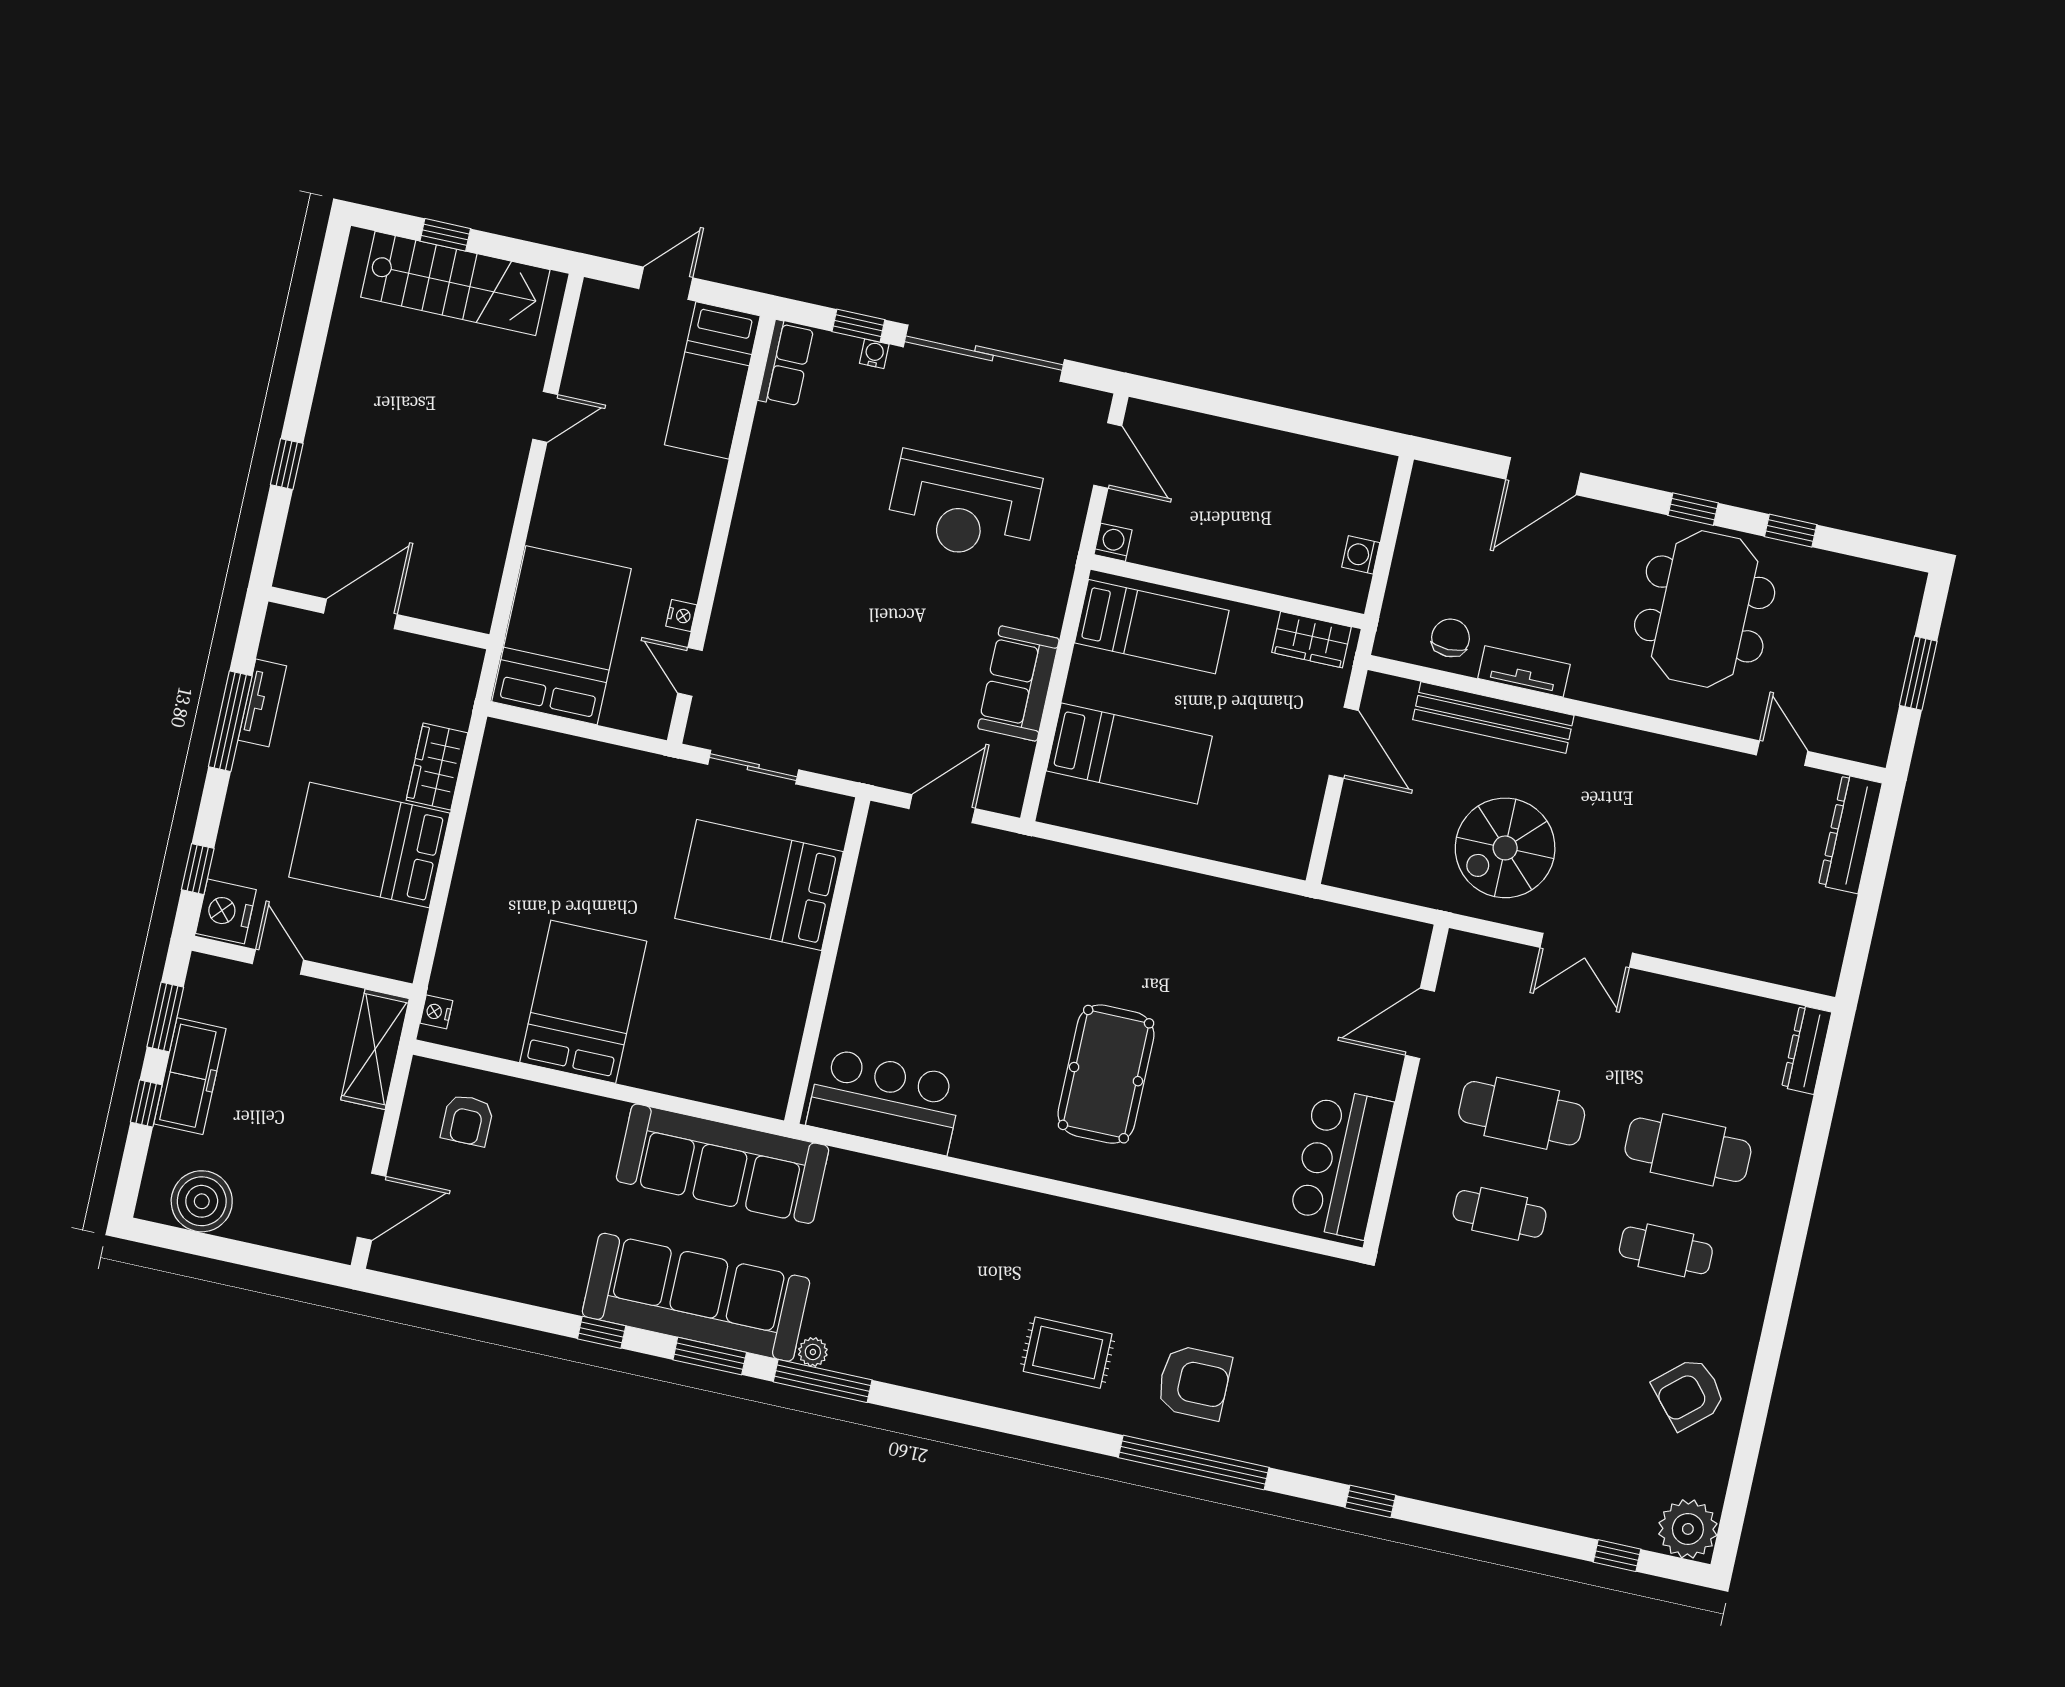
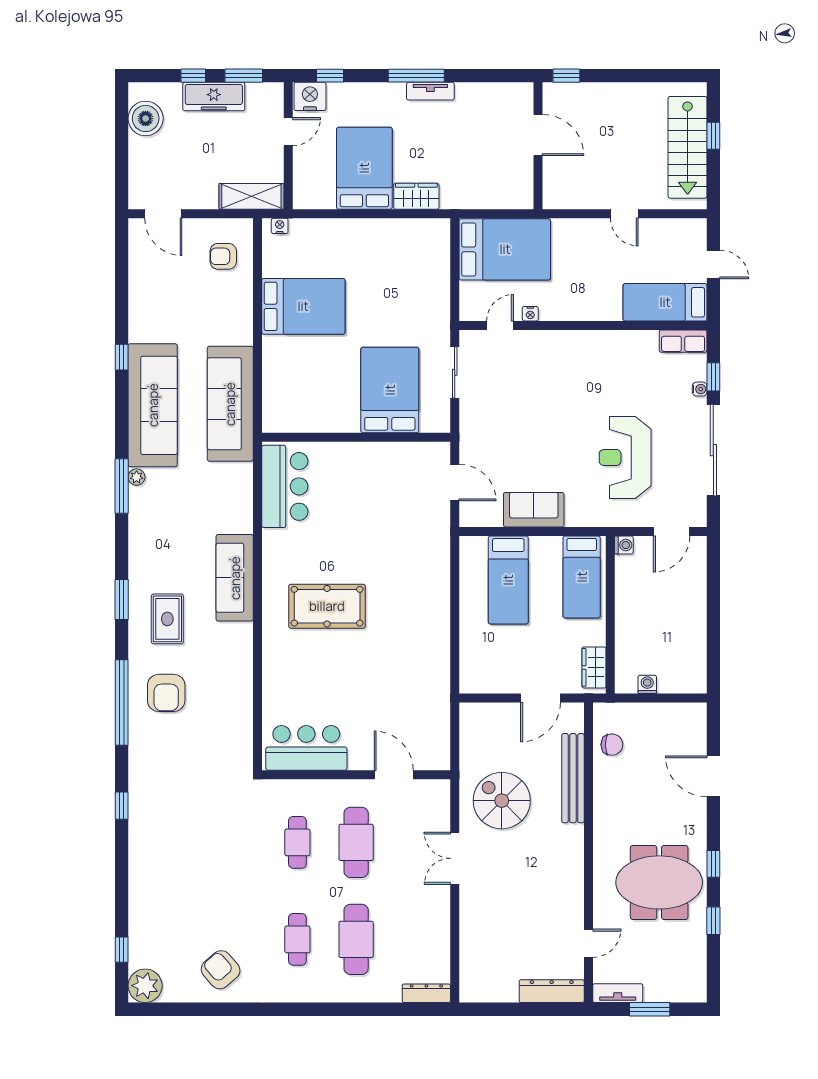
door: (360, 614) -> (538, 135), moved
wall: (379, 618) -> (538, 146), moved
tv unit: (1524, 671) -> (618, 993), moved, turned -90
sofa: (1022, 1222) -> (235, 578), added
window: (710, 1356) -> (122, 599), moved

